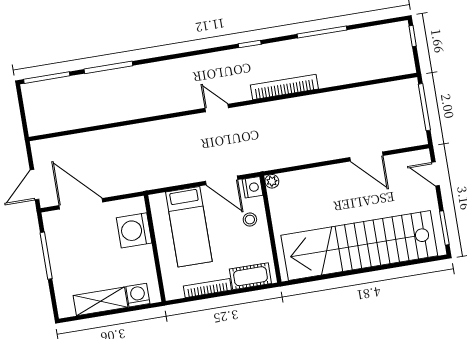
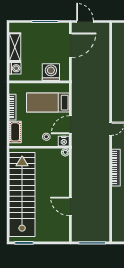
door: (366, 156) -> (70, 206), hinge flipped
door: (435, 174) -> (54, 243), removed

